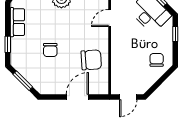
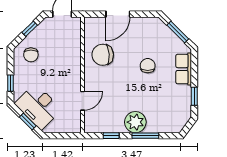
row of seats: (17, 22) -> (184, 69), moved
window: (8, 44) -> (194, 96), moved
window: (158, 84) -> (30, 29), added

